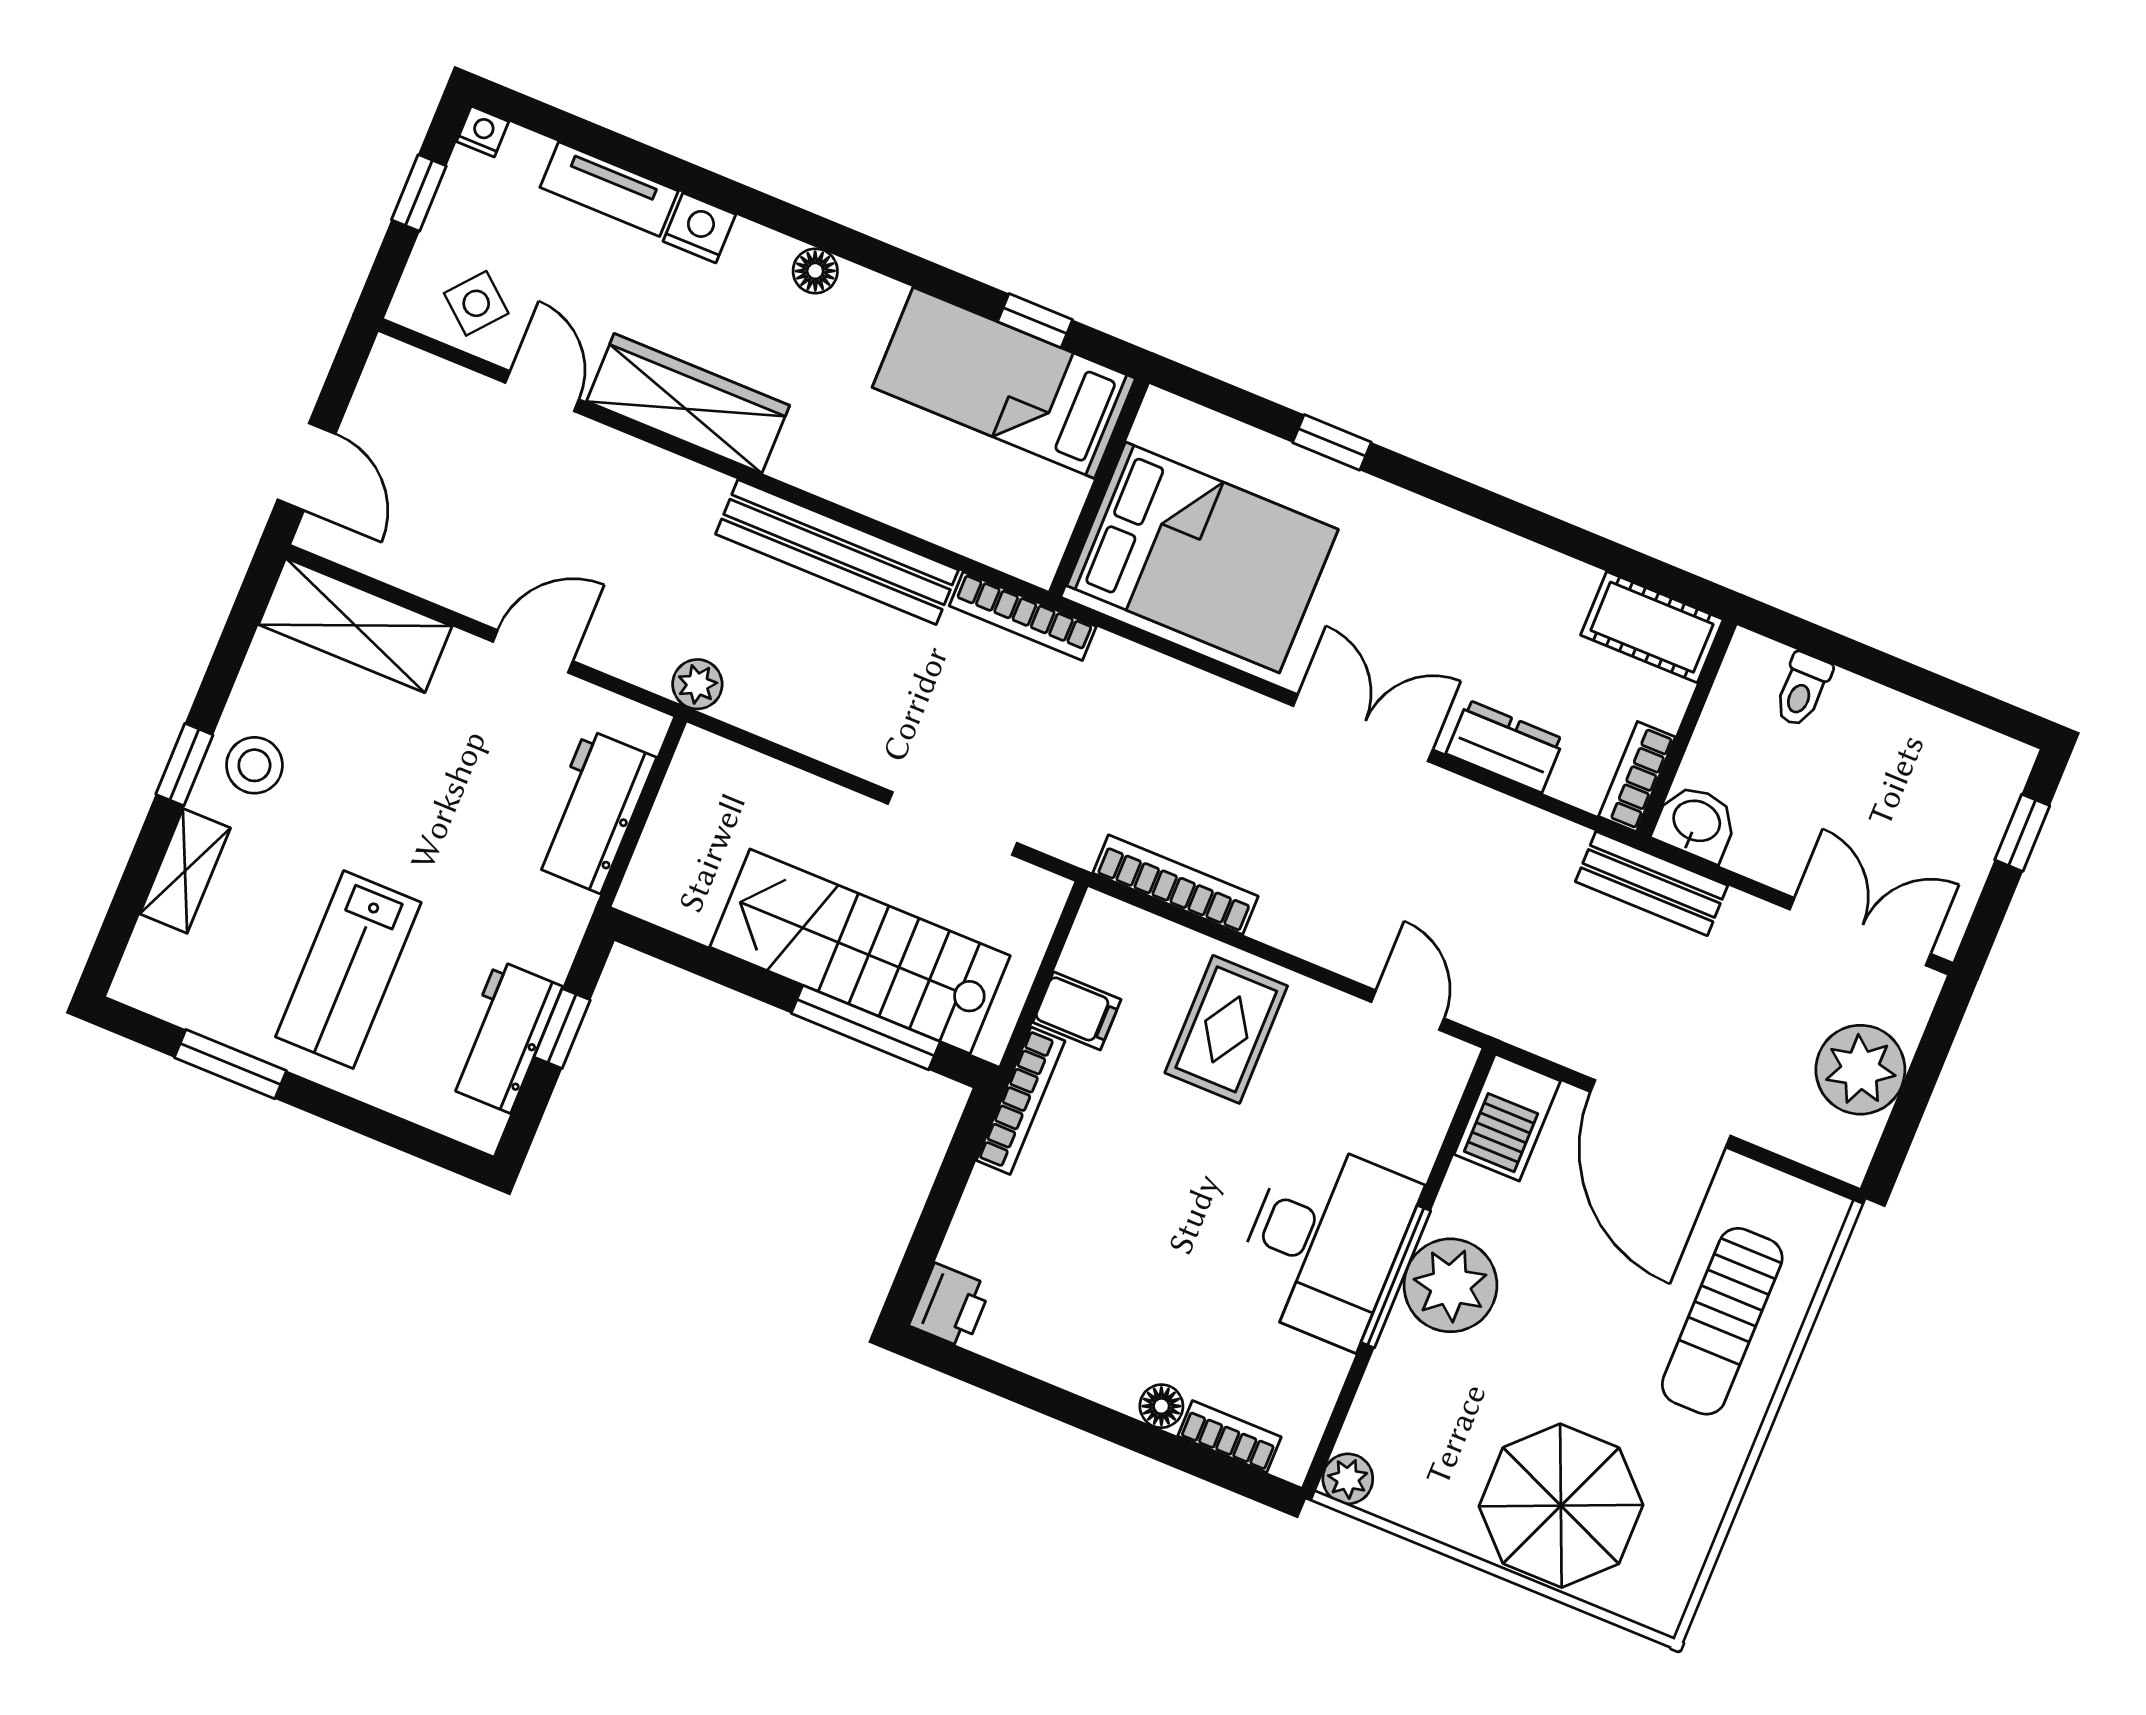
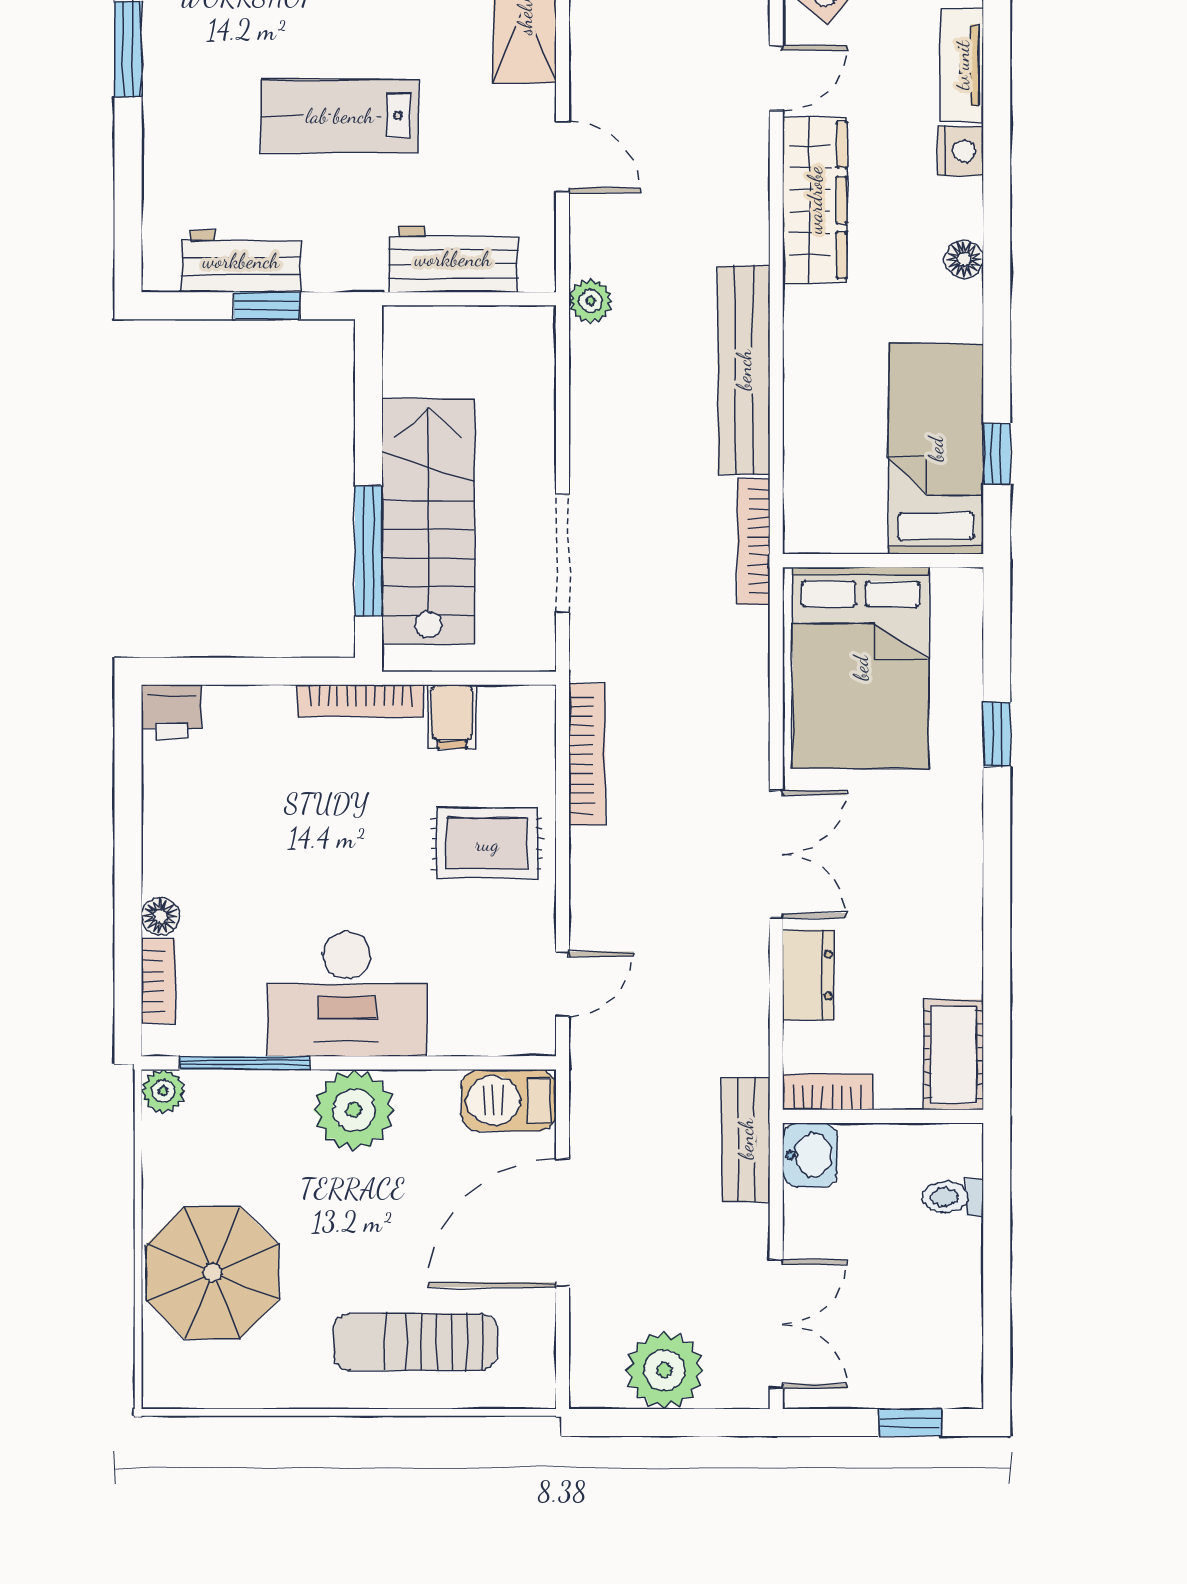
lab bench: (348, 970) -> (340, 116), moved
window: (1396, 1277) -> (245, 1063), moved

